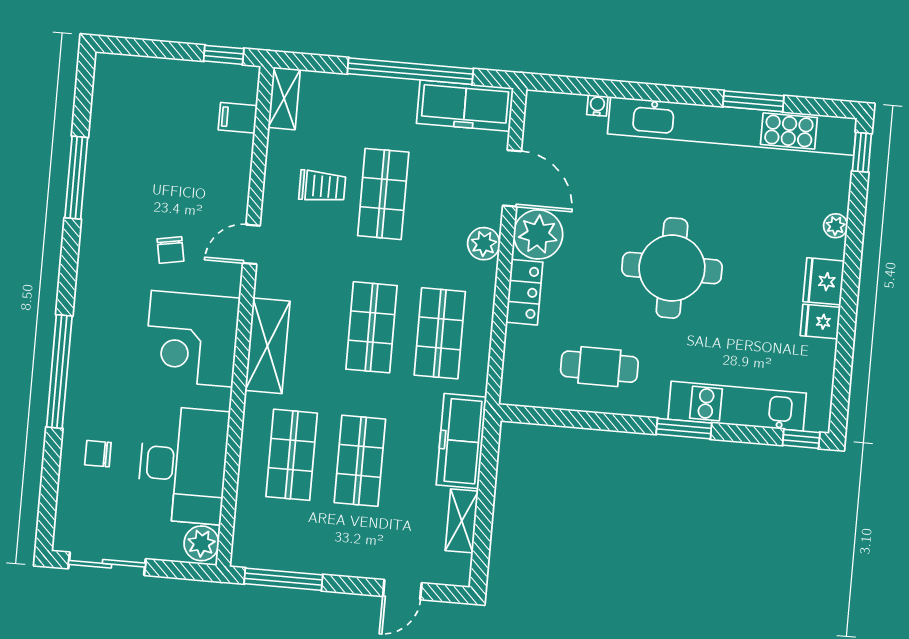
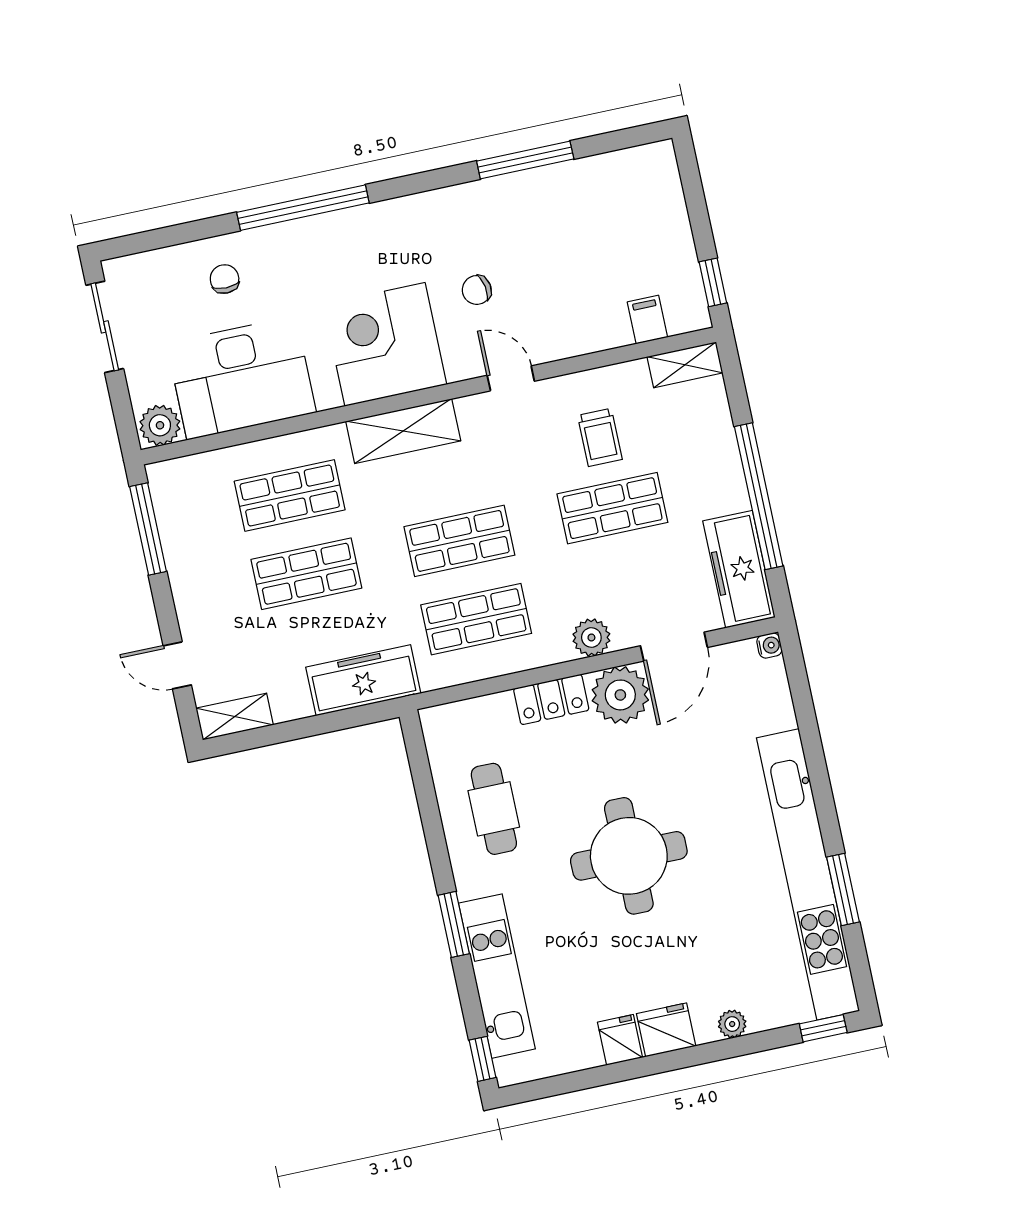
water cooler: (597, 105) -> (769, 646), moved
shelving: (462, 521) -> (235, 717), moved

